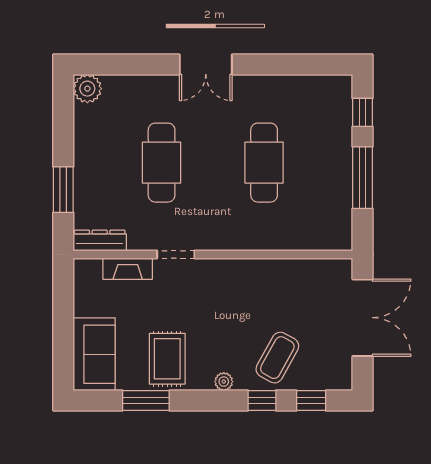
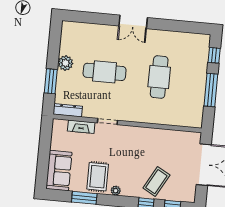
plant: (87, 89) -> (65, 63), moved
cafe table: (162, 163) -> (105, 72), turned 90
plant: (224, 382) -> (116, 191), moved

